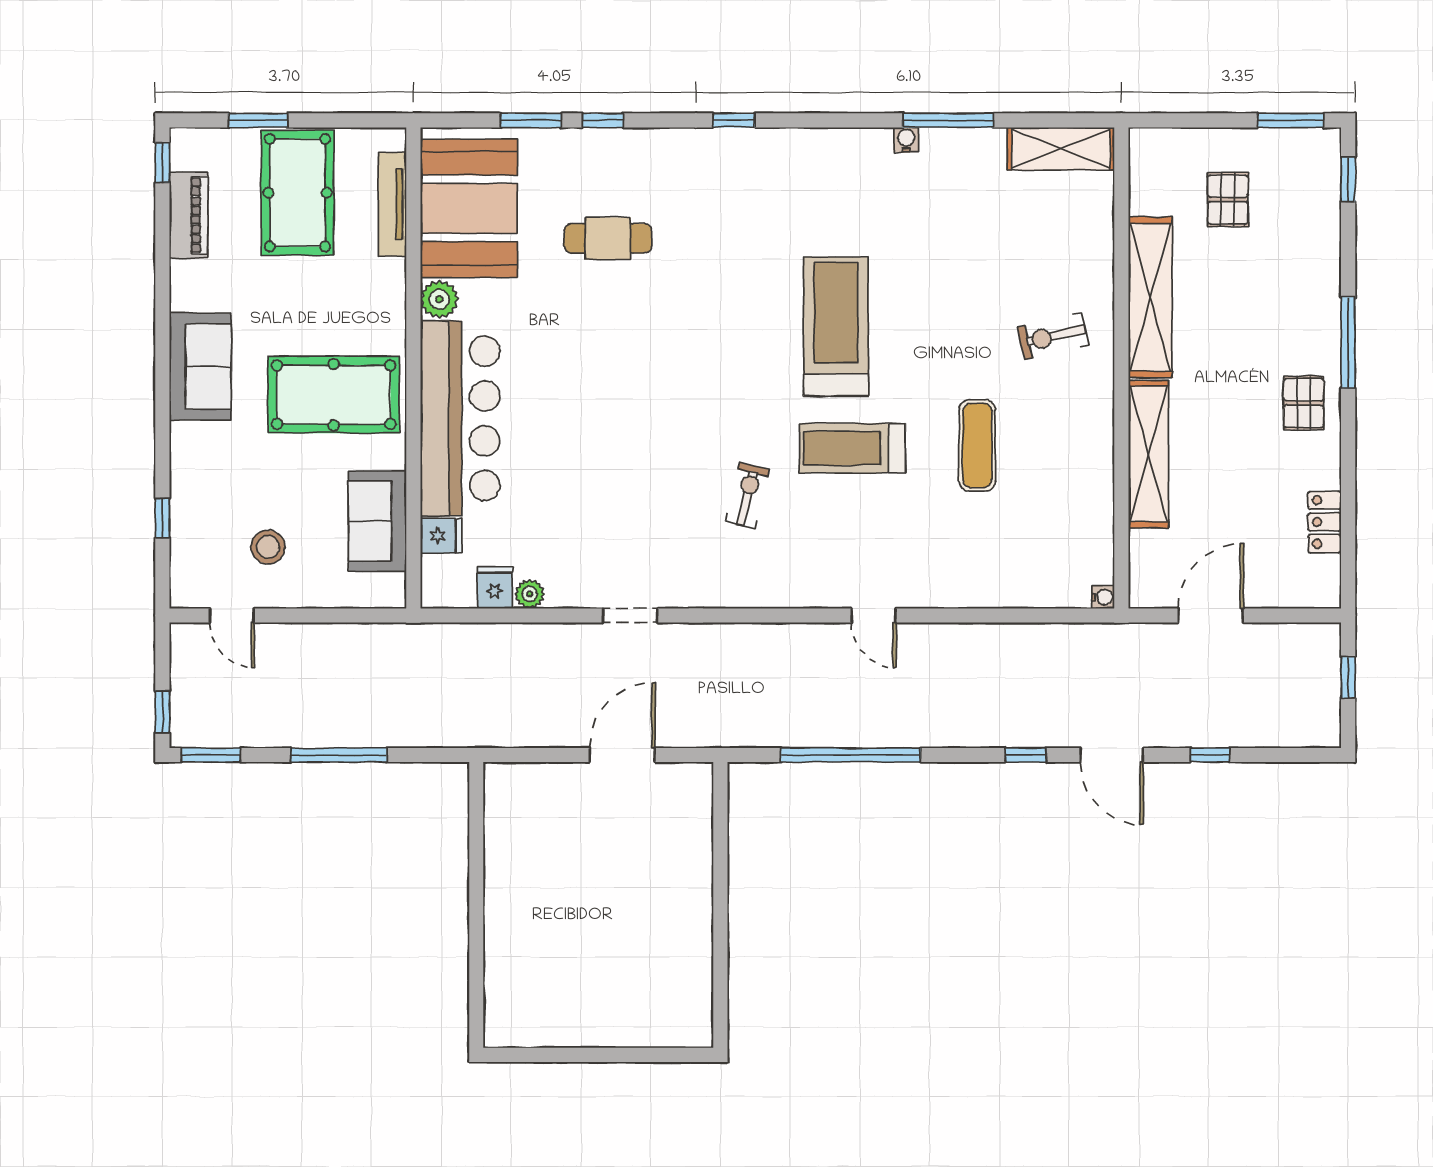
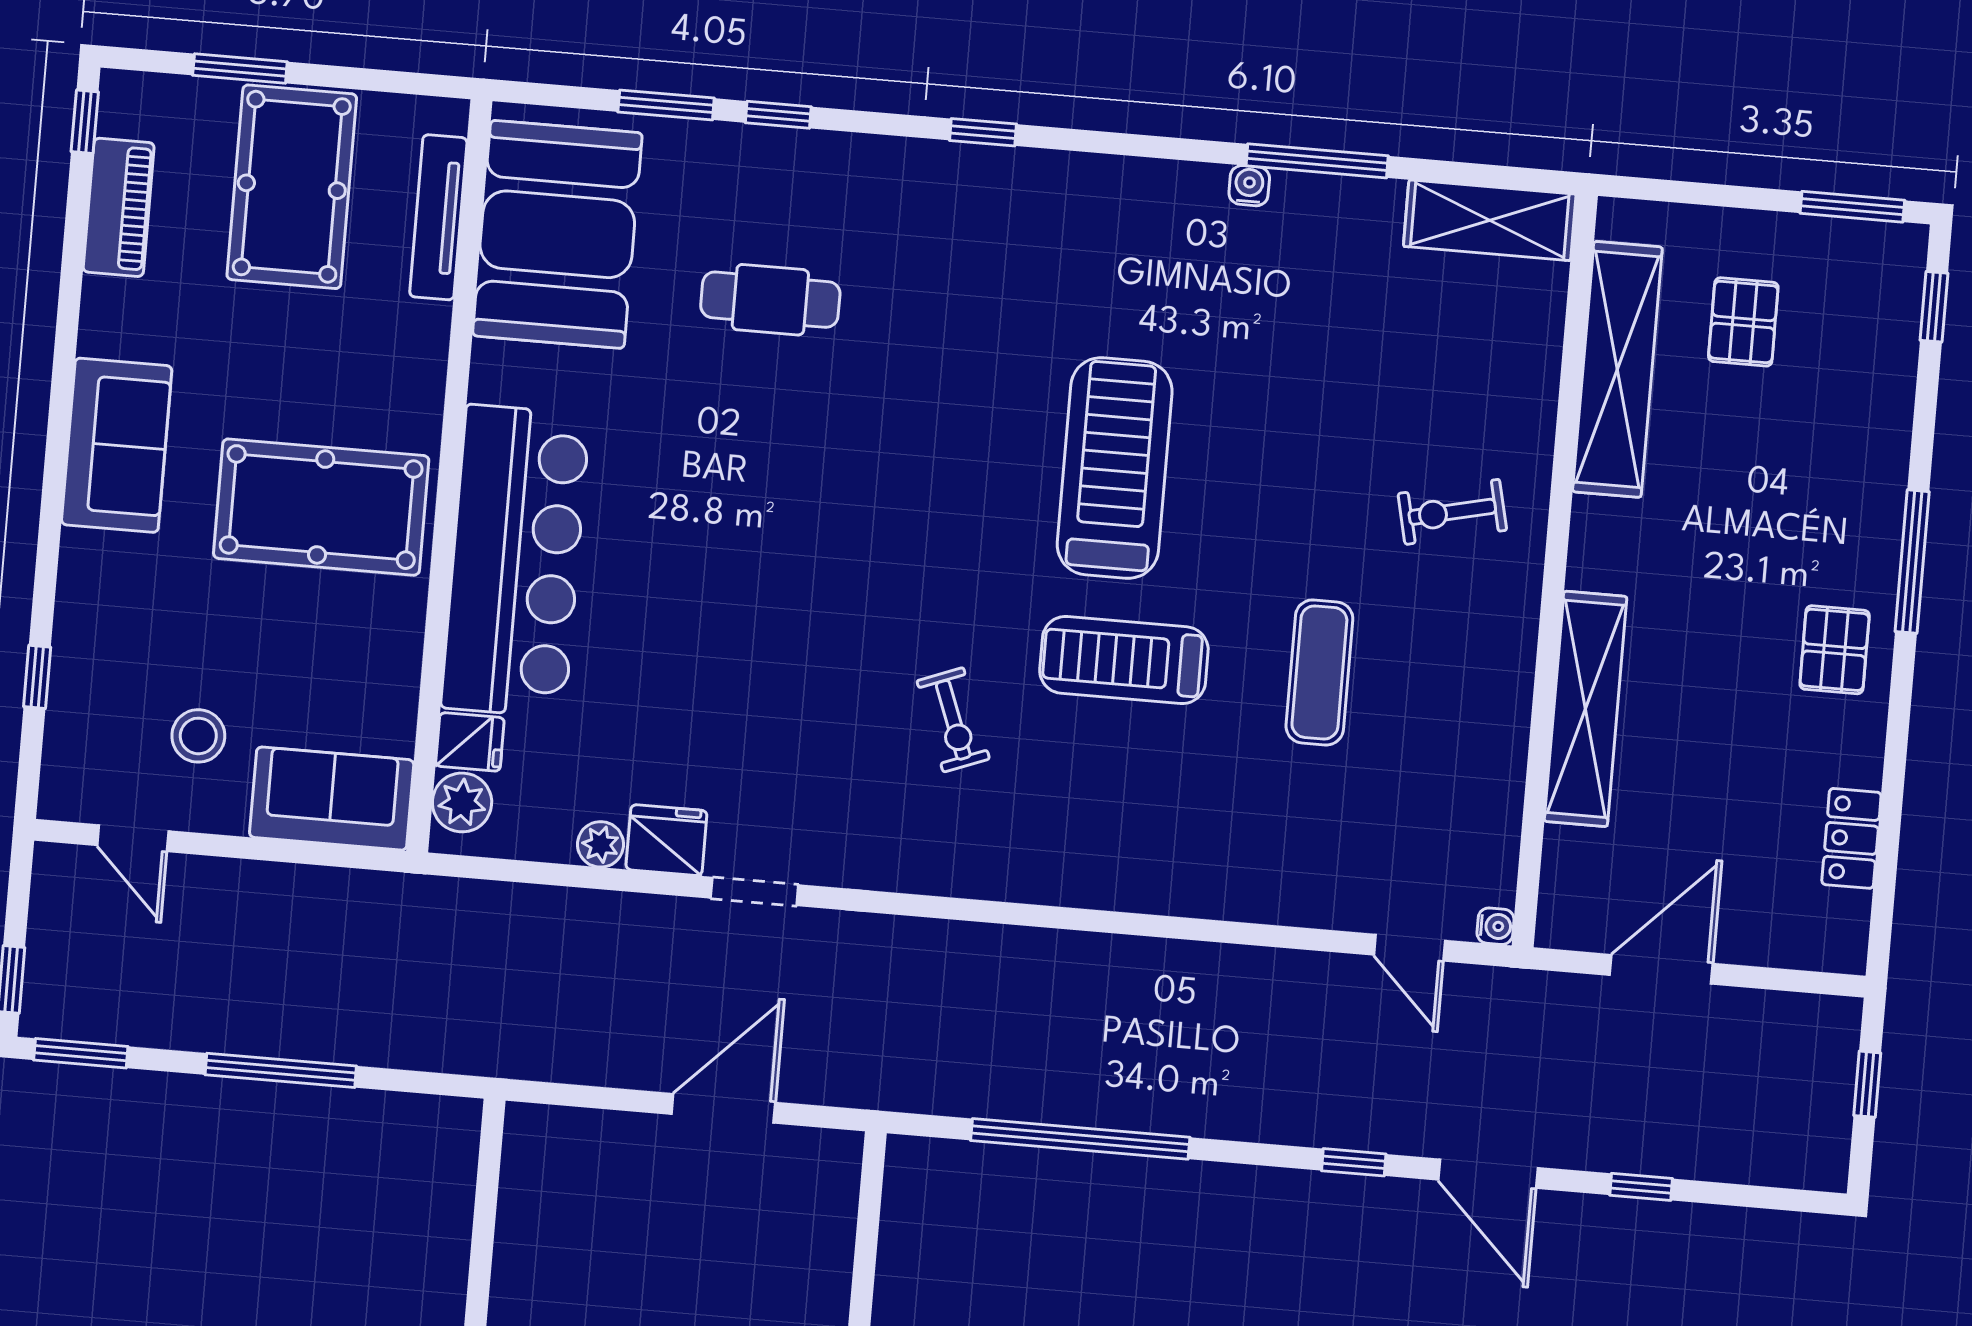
shelving: (1150, 297) -> (1617, 369), moved
plant: (439, 299) -> (462, 802), moved
exercise bike: (747, 496) -> (953, 720), turned 145
sofa: (377, 521) -> (332, 799), moved, turned 90
fridge: (495, 588) -> (666, 840), moved, width x1.38
door: (874, 616) -> (1409, 948), moved

